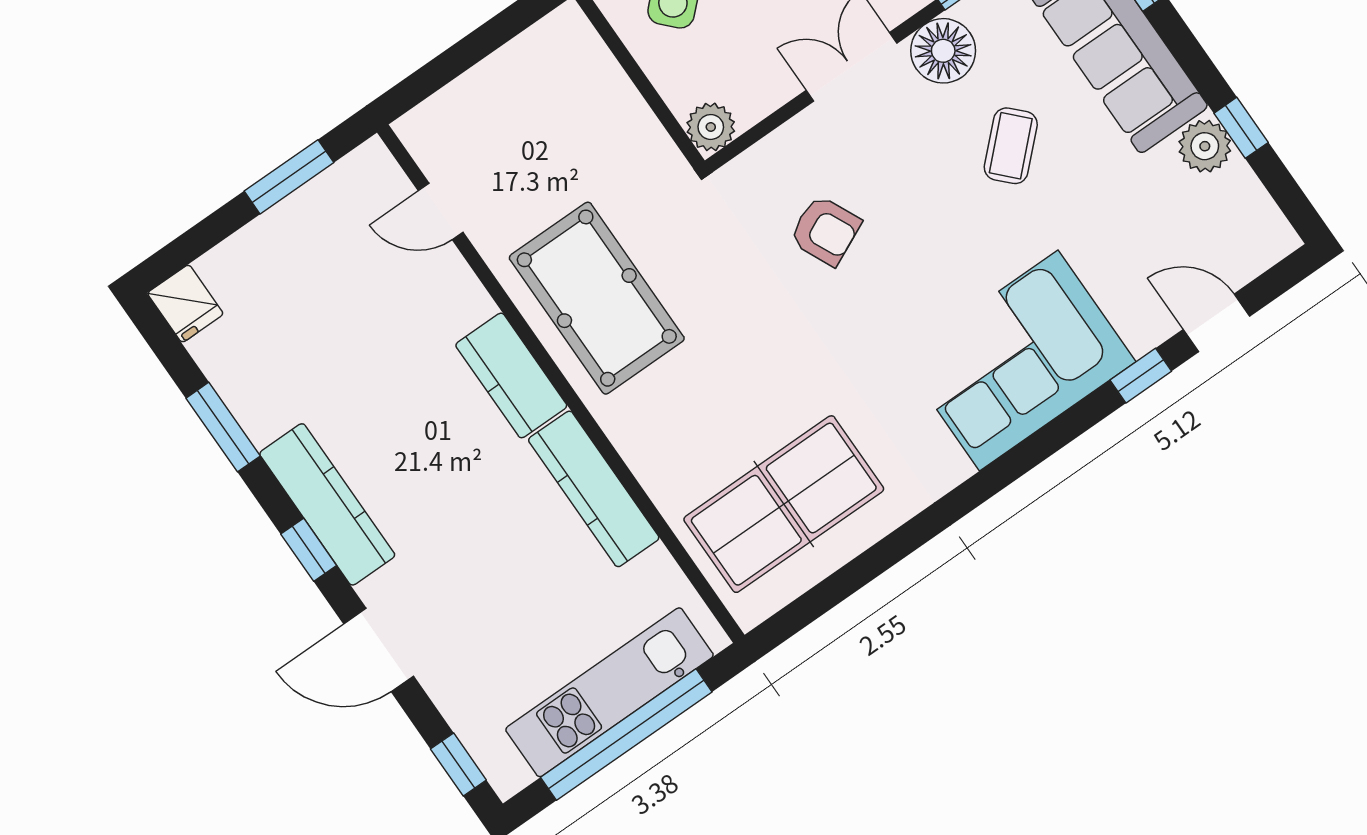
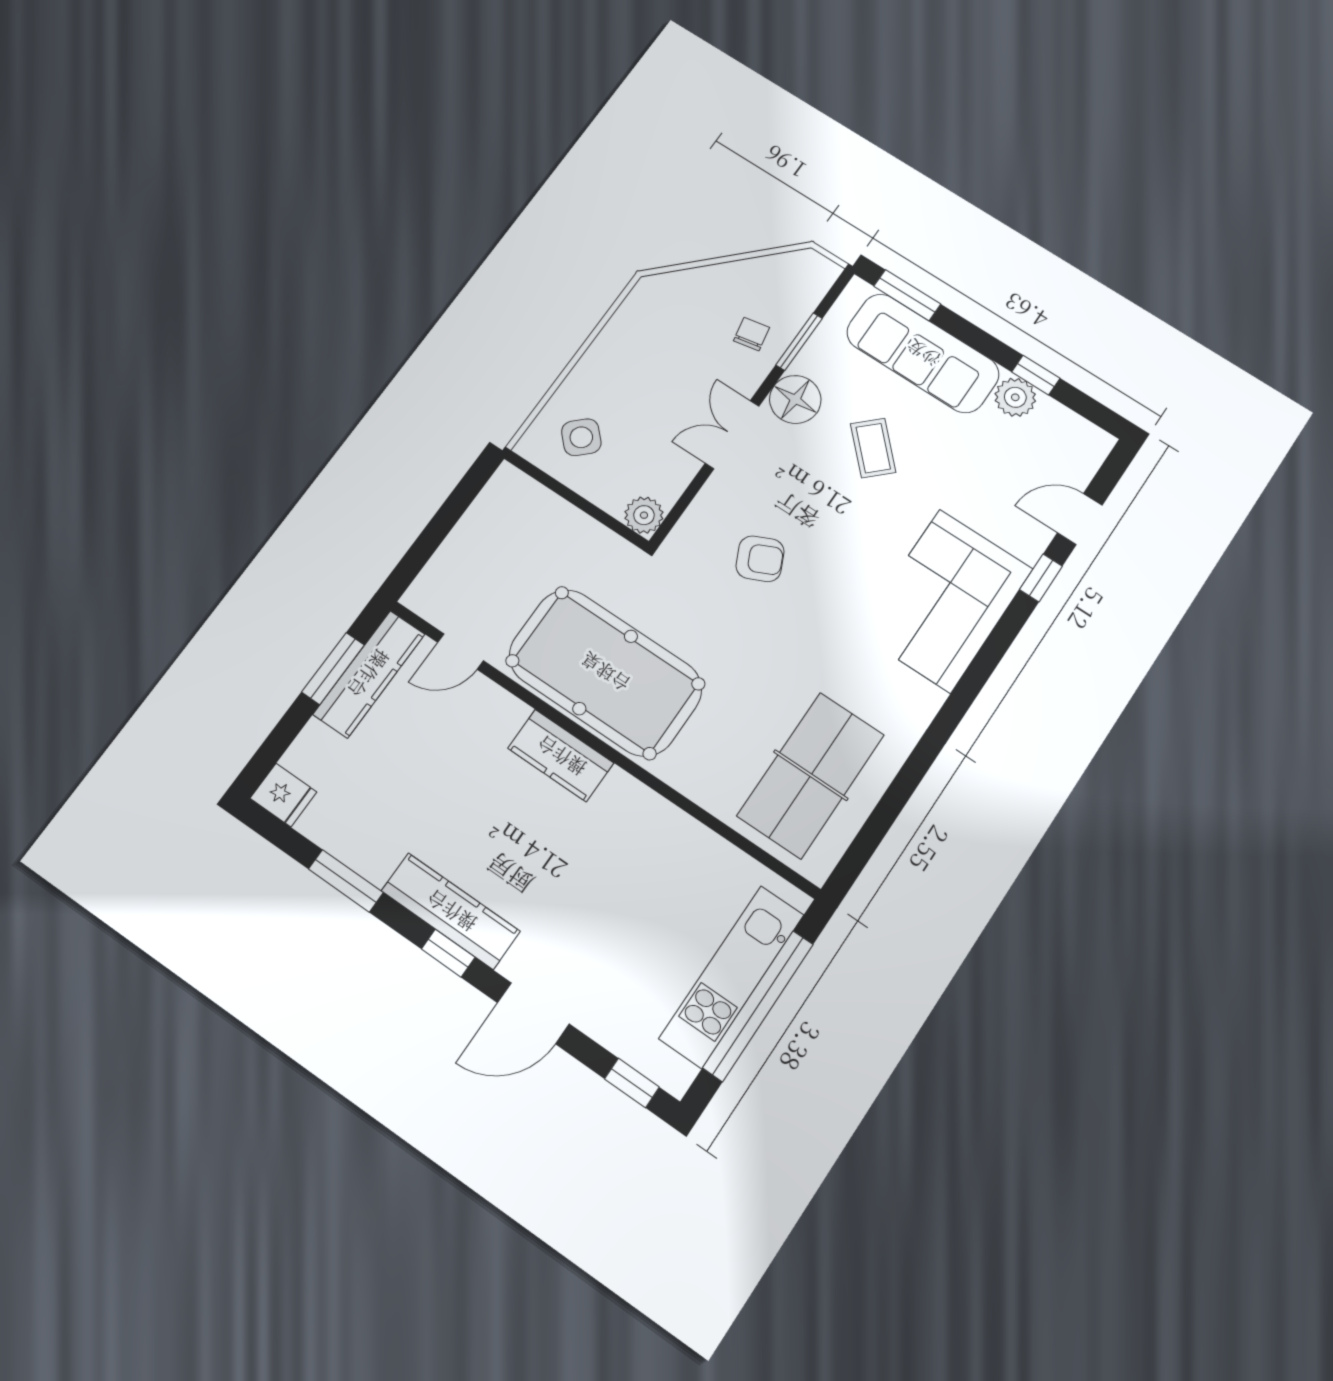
pool table: (597, 298) -> (605, 672), width x1.36, depth x1.32
kitchen counter: (594, 489) -> (369, 674), moved, turned -90

